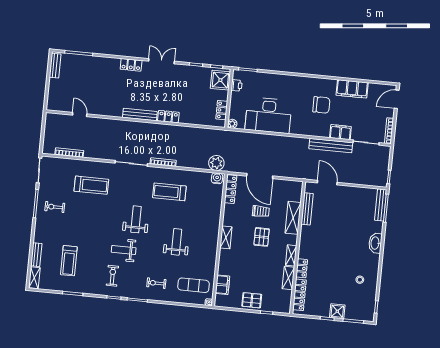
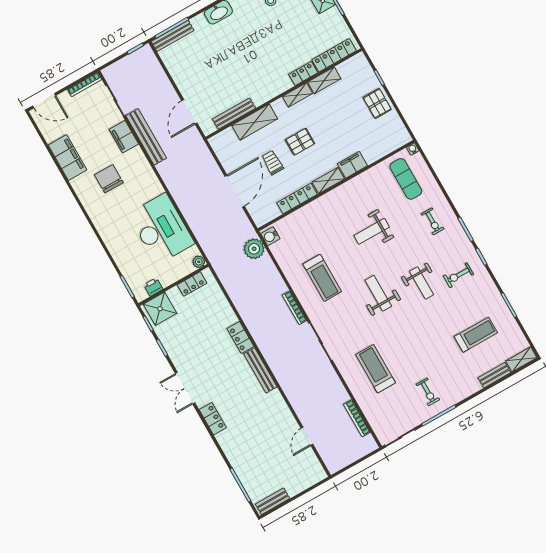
locker: (231, 189) -> (297, 199), moved
weight bench: (136, 219) -> (378, 293), turned 90
filing cabinet: (223, 285) -> (352, 165), moved

